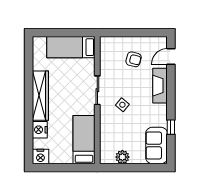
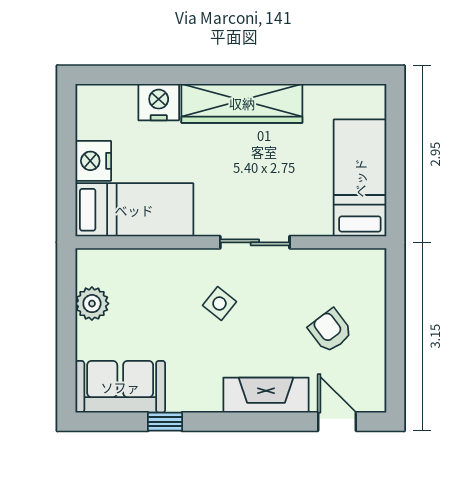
armchair: (134, 59) -> (330, 331), turned 128
nightstand: (40, 157) -> (93, 161), moved

